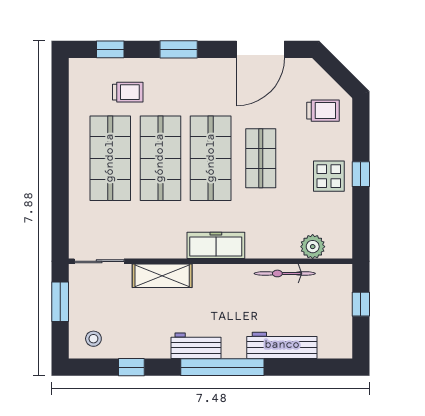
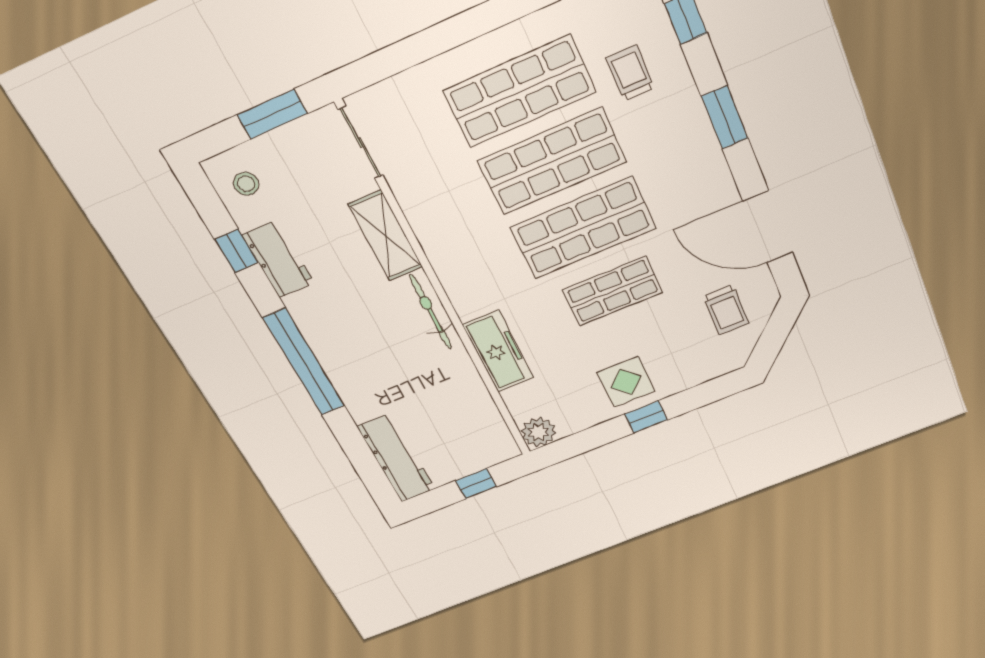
trolley: (128, 92) -> (630, 73), turned 180
trolley: (323, 111) -> (726, 310), moved
freezer: (216, 245) -> (498, 351), moved
plant: (313, 247) -> (539, 432), moved
bicycle: (285, 273) -> (431, 312), moved
workbench: (282, 345) -> (396, 458), moved
workbench: (196, 346) -> (278, 259), moved

